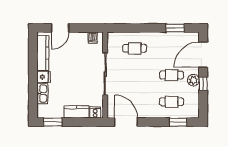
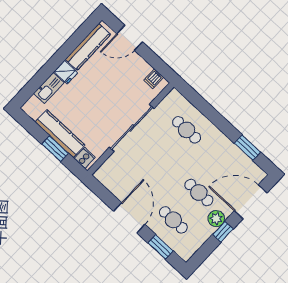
kitchen counter: (77, 112) -> (60, 134), width x1.50
window: (53, 122) -> (55, 149), moved
door: (126, 122) -> (129, 218), moved

